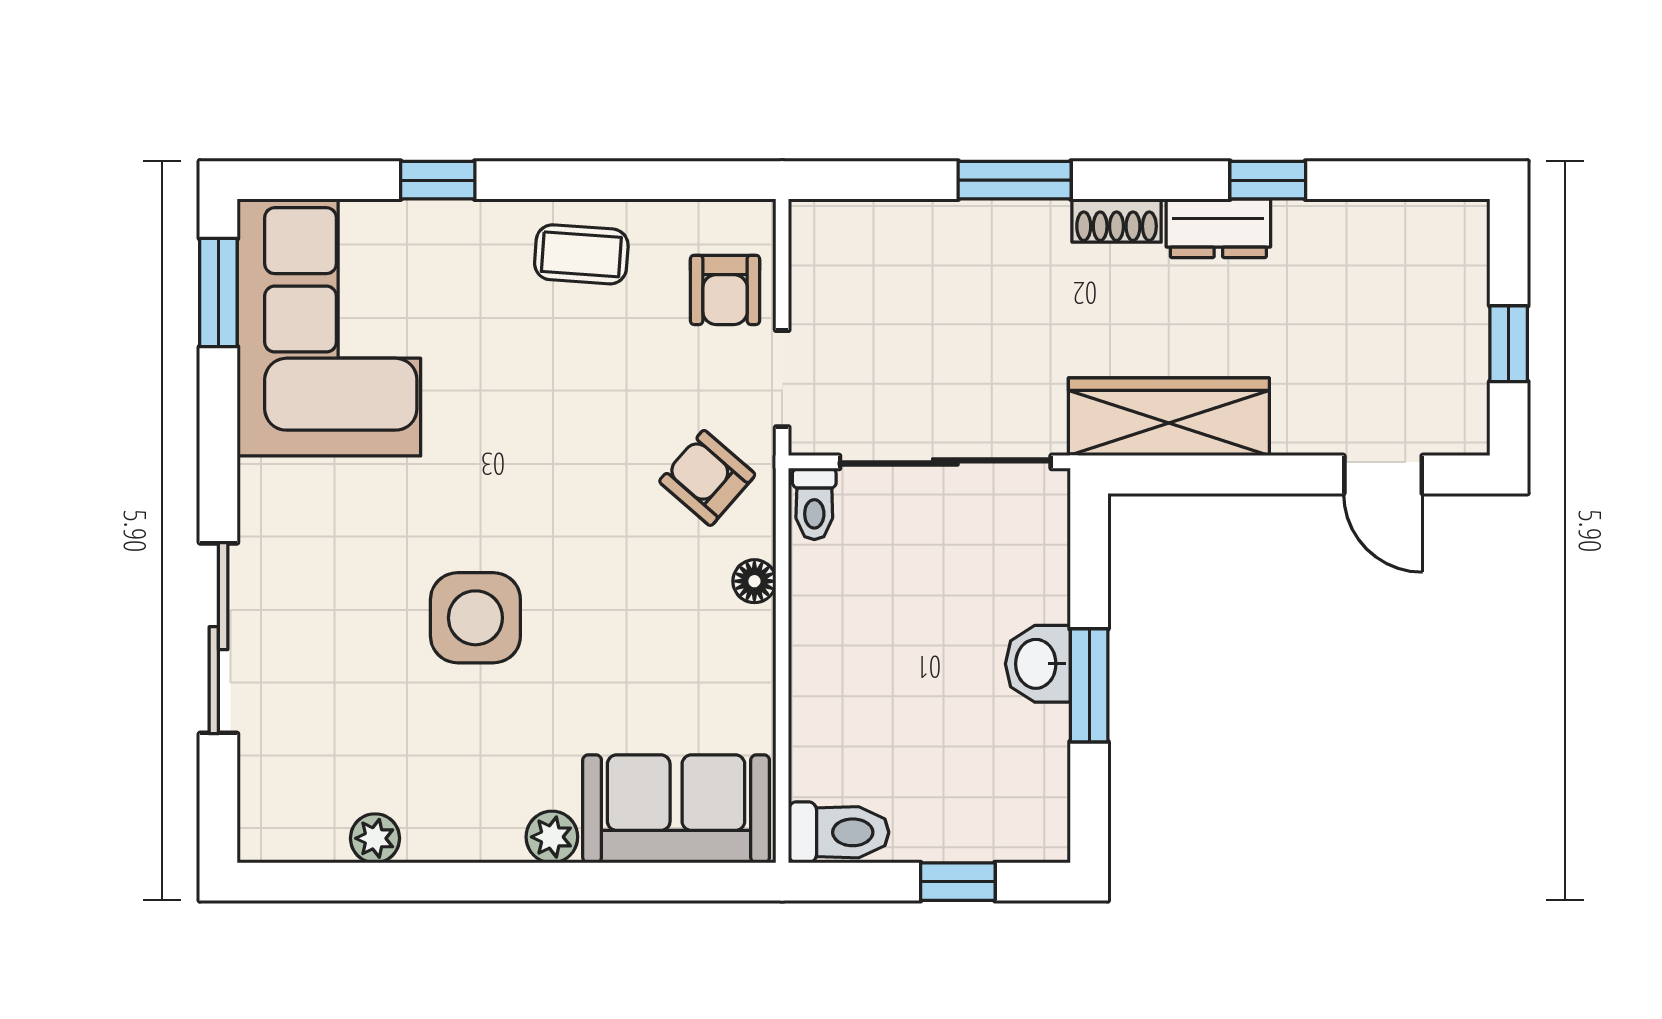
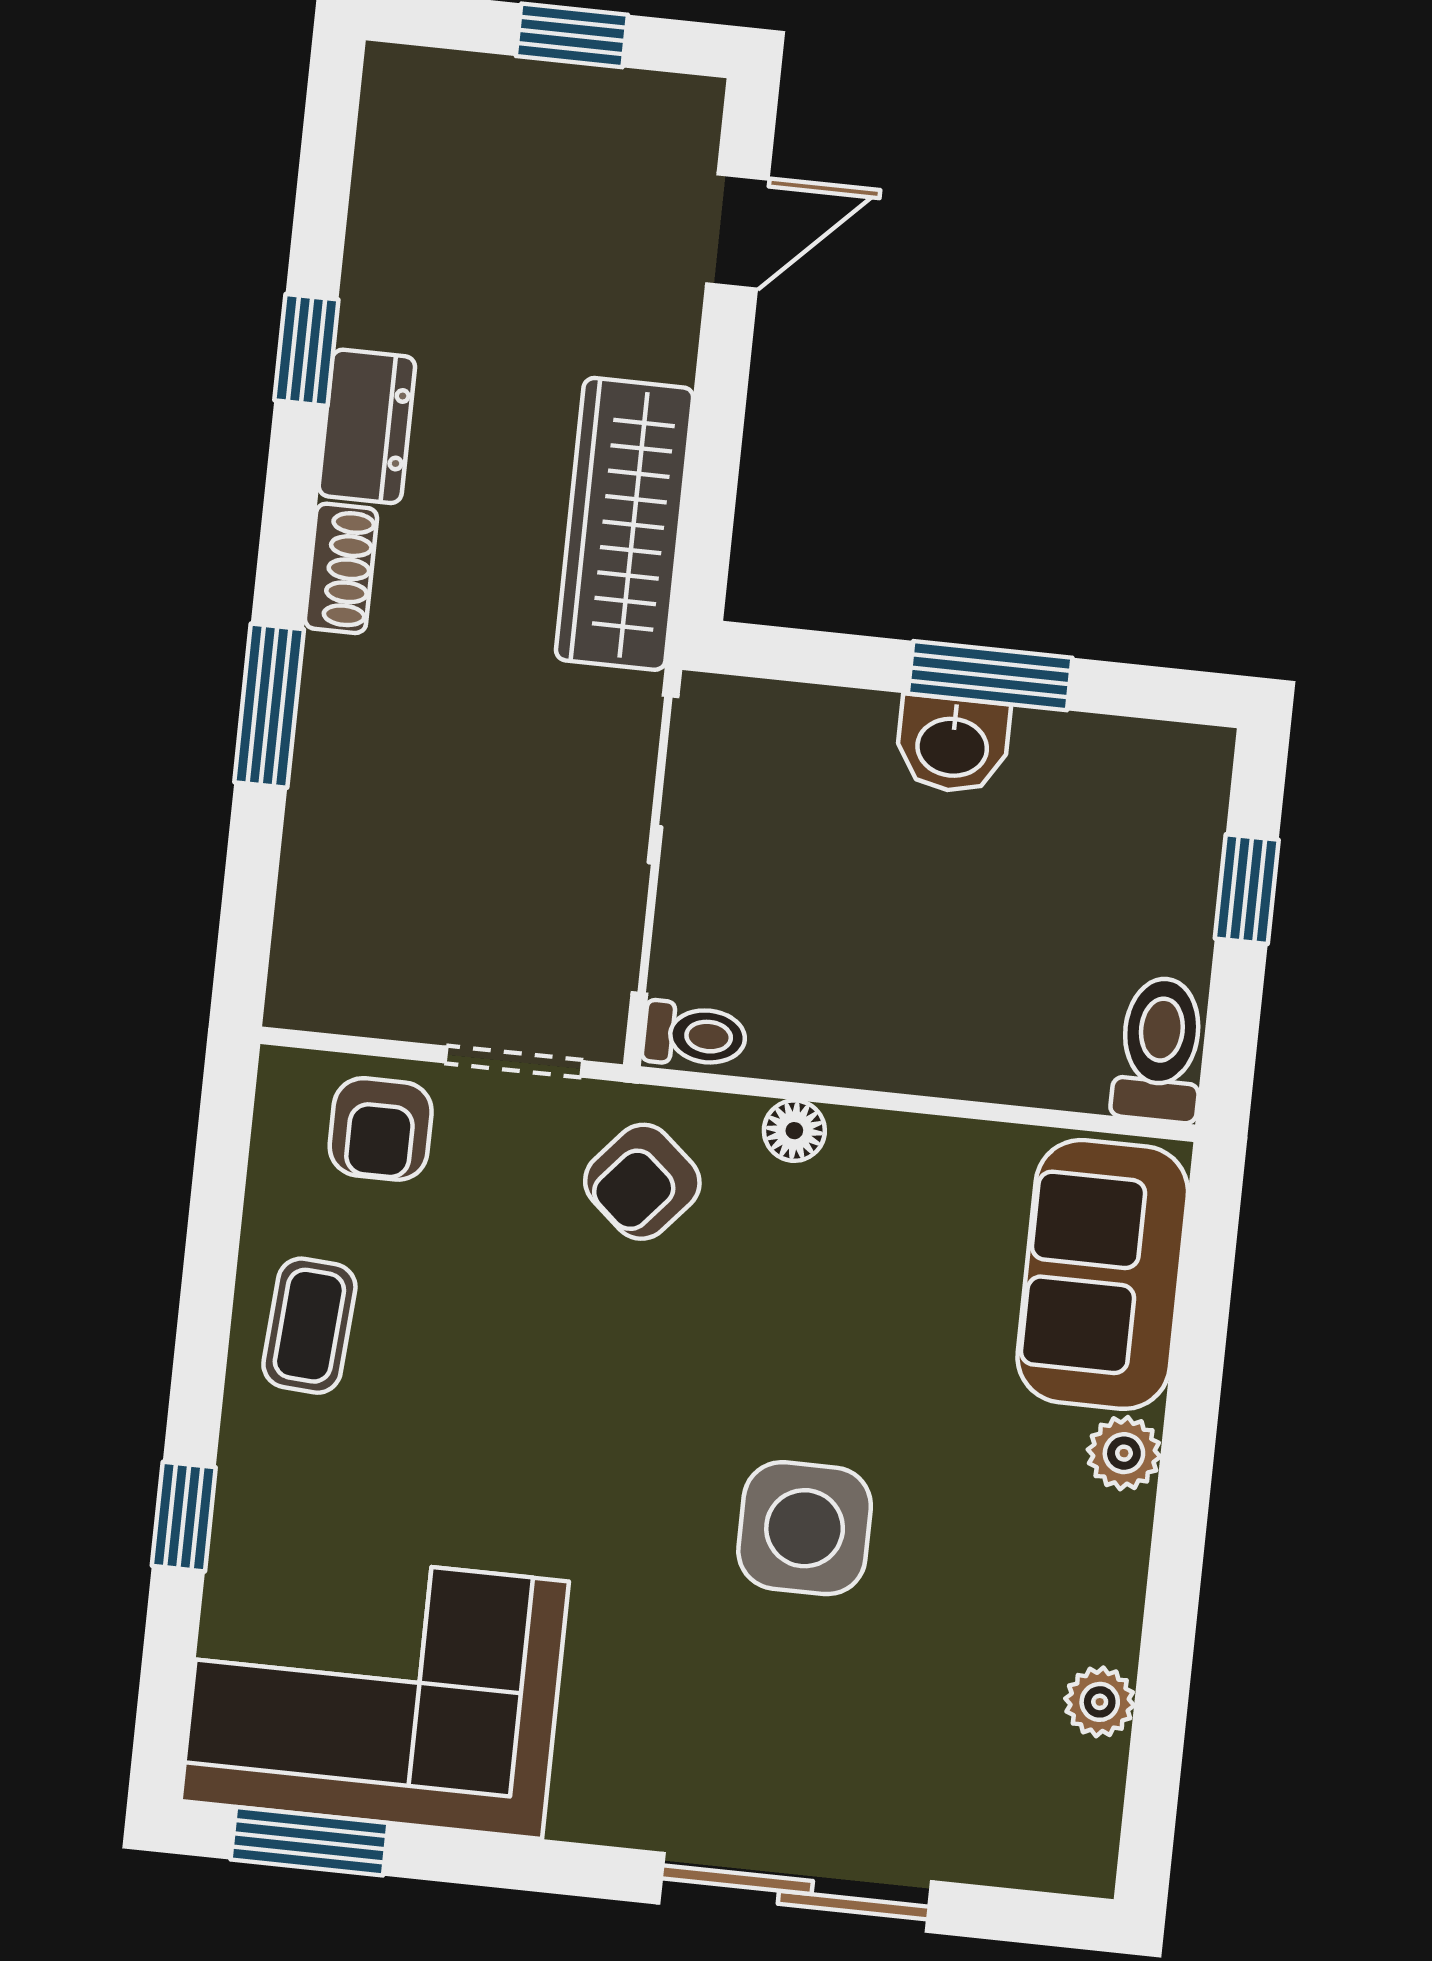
armchair: (725, 290) -> (381, 1129), turned 90

